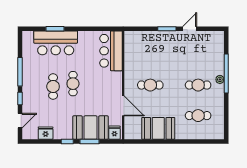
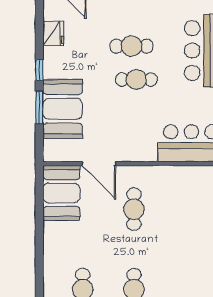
door: (123, 106) -> (99, 164), hinge flipped
booth: (158, 128) -> (61, 193), moved
fridge: (114, 133) -> (54, 149), removed

